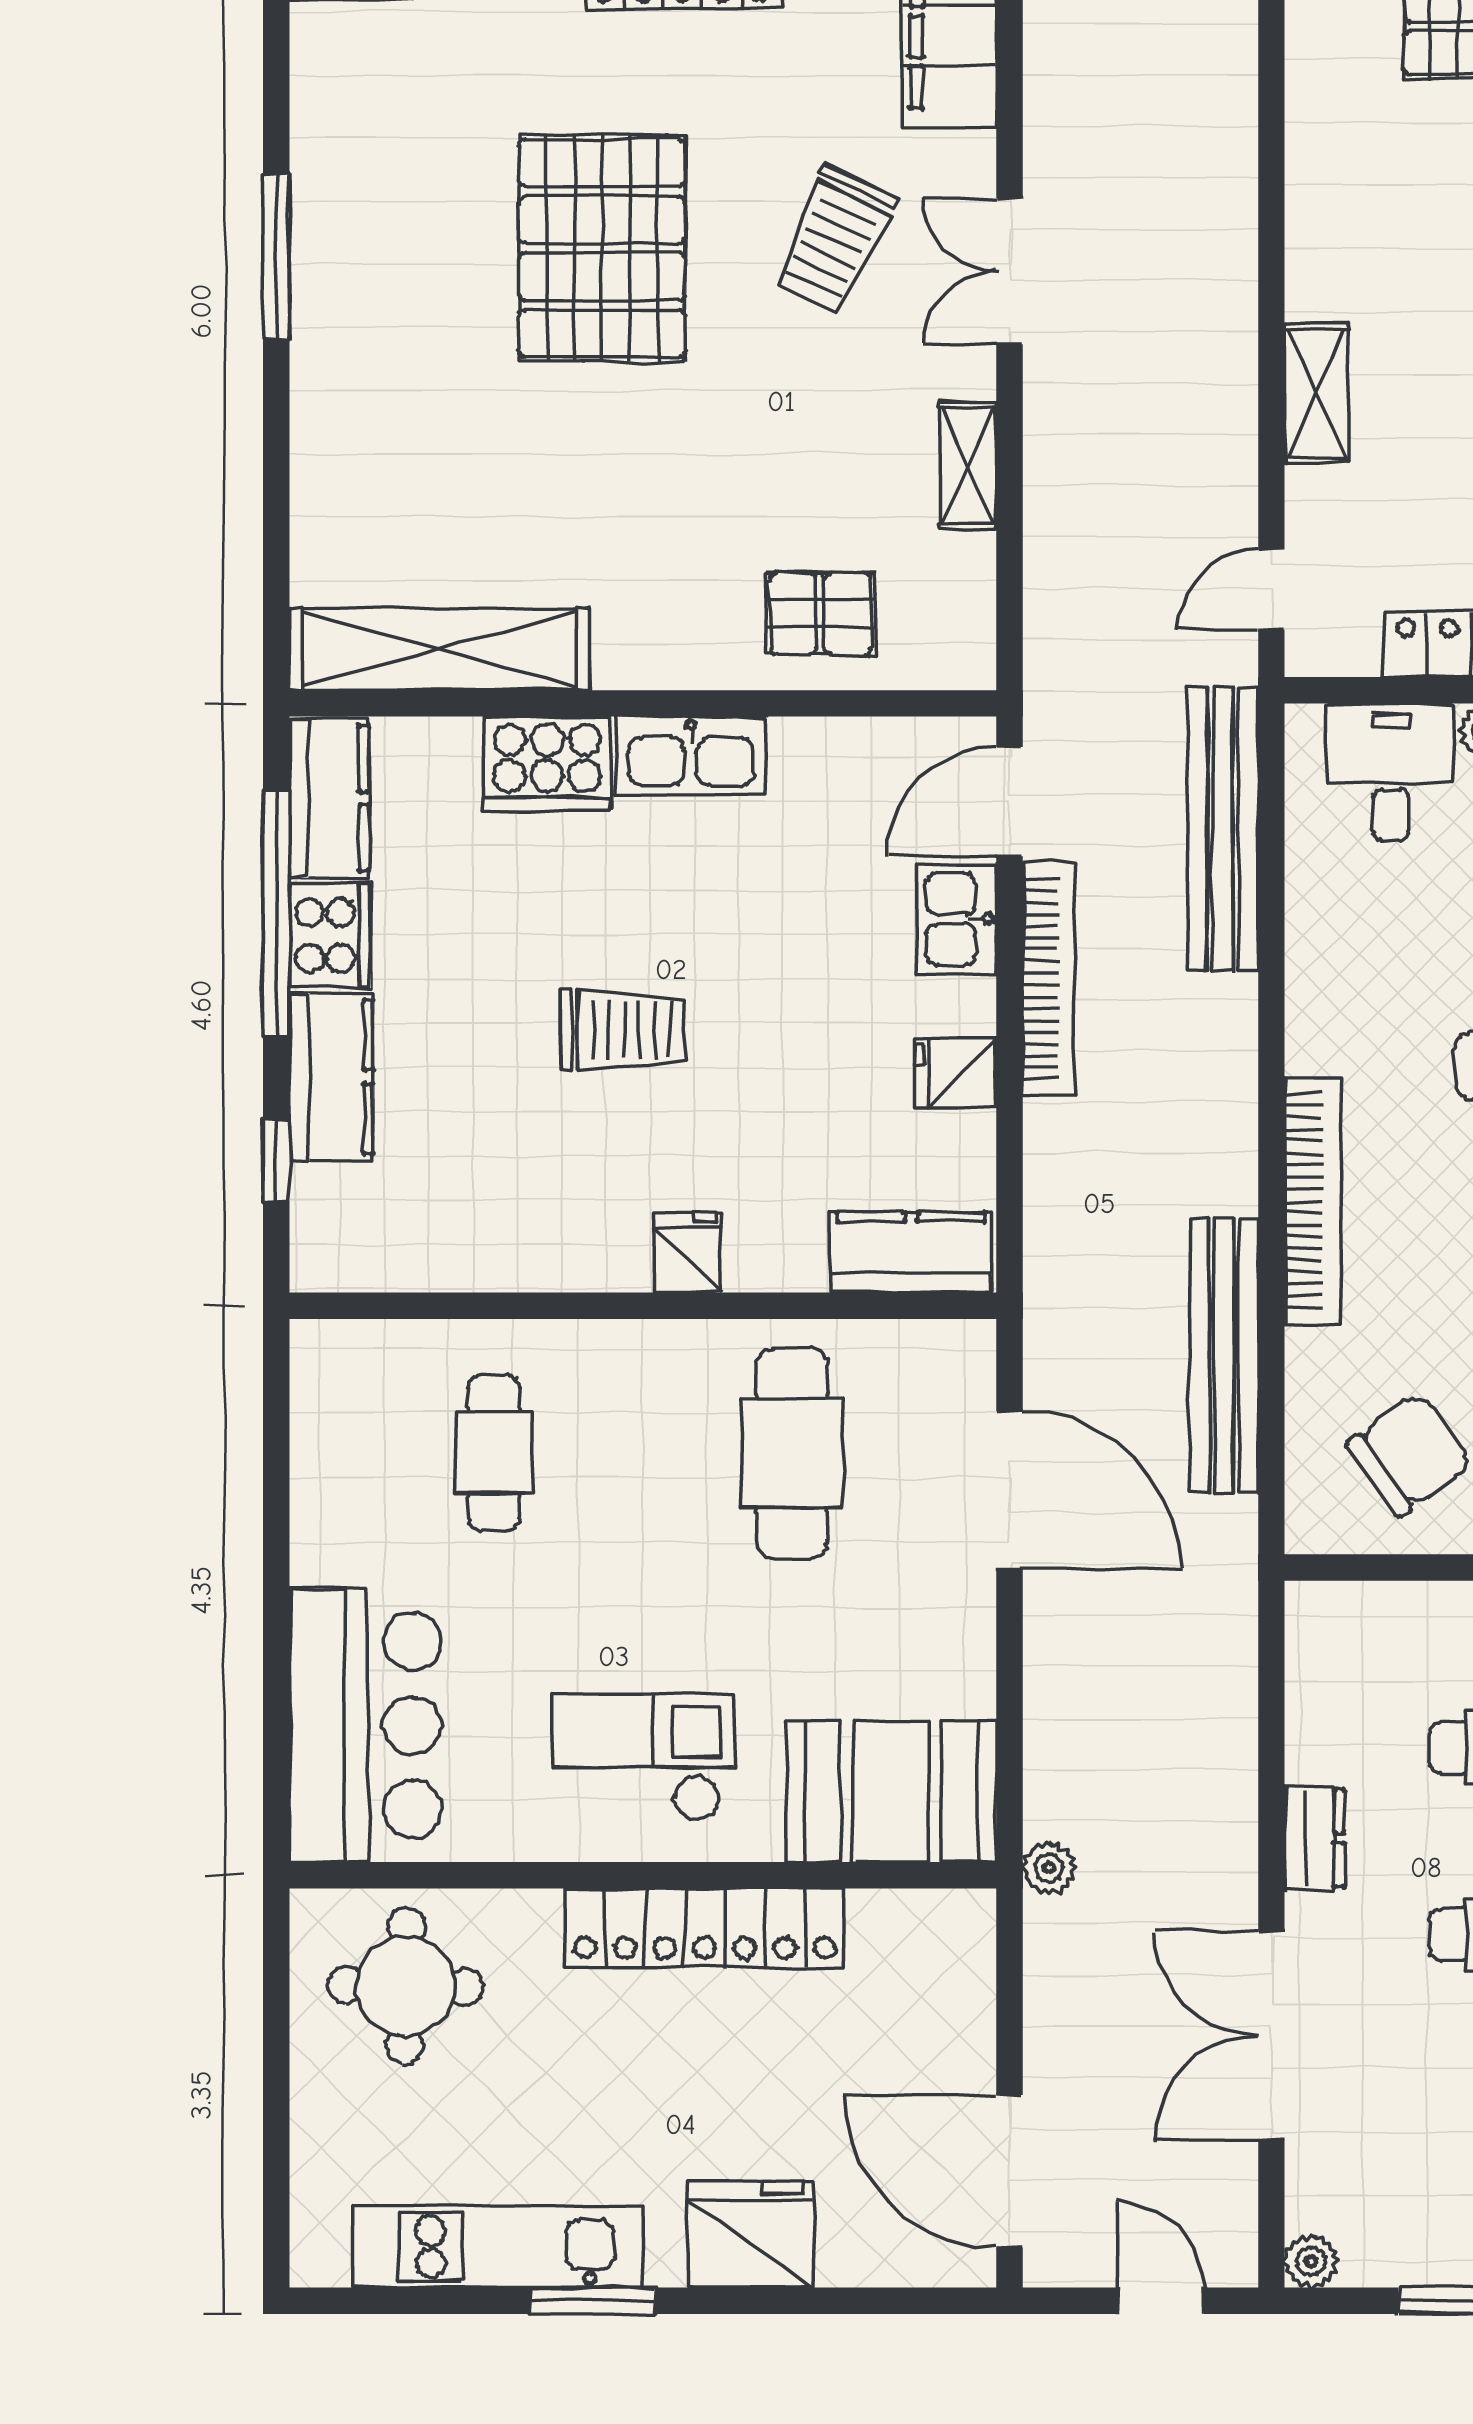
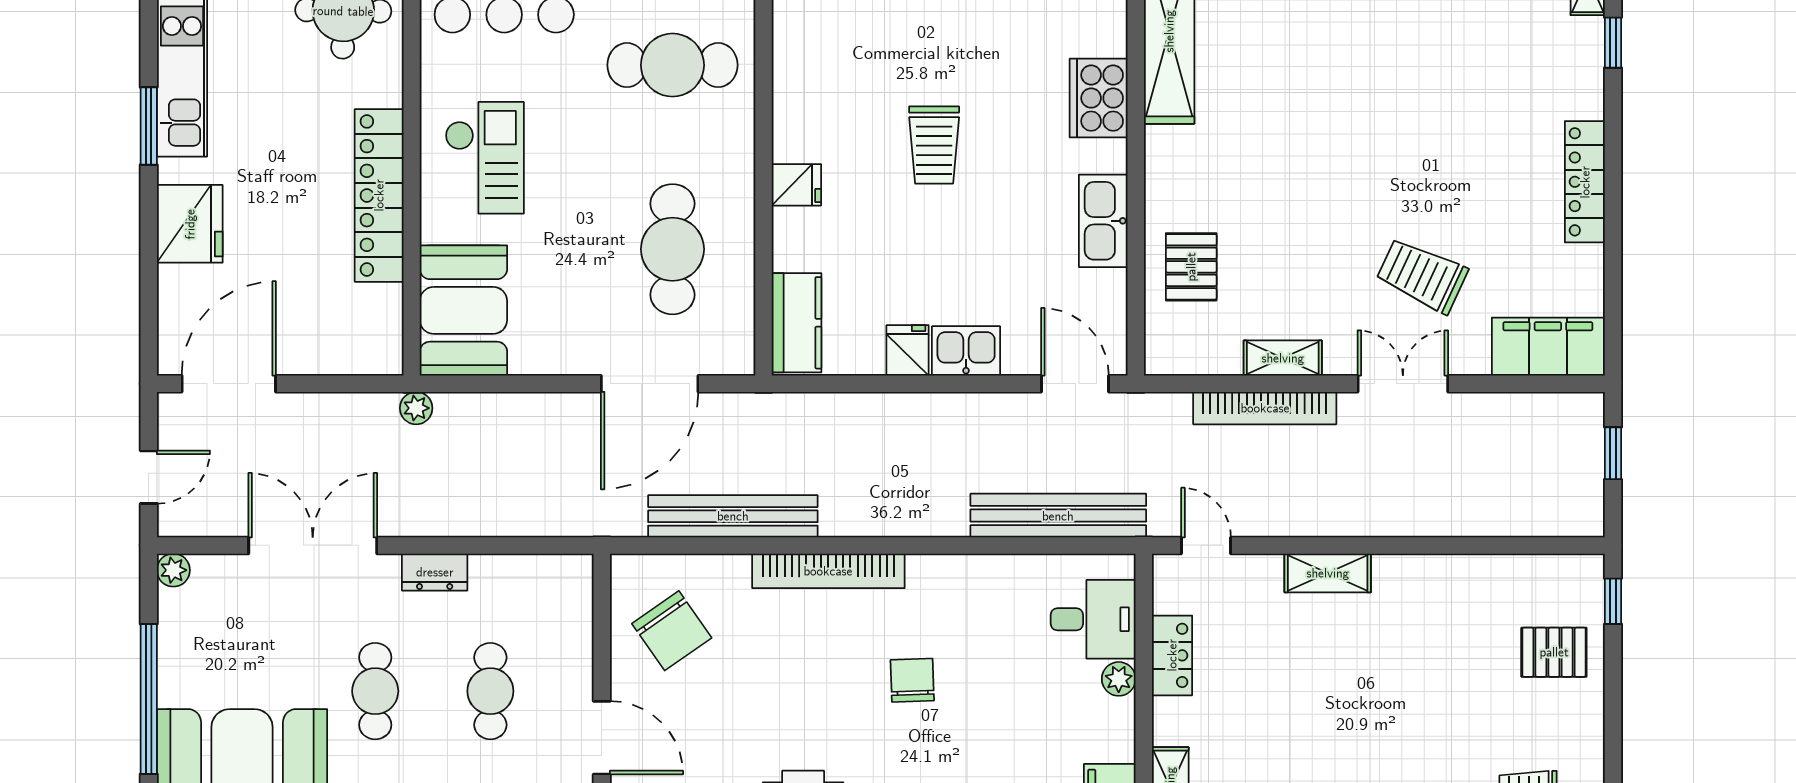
pallet: (602, 248) -> (1417, 132), removed
kitchen sink: (691, 756) -> (1103, 221), moved
kitchen sink: (956, 919) -> (966, 351), moved
bookcase: (1049, 979) -> (1265, 408), moved
cafe table: (494, 1453) -> (672, 65), width x1.37, depth x1.35
cafe table: (792, 1453) -> (672, 249), turned 90

